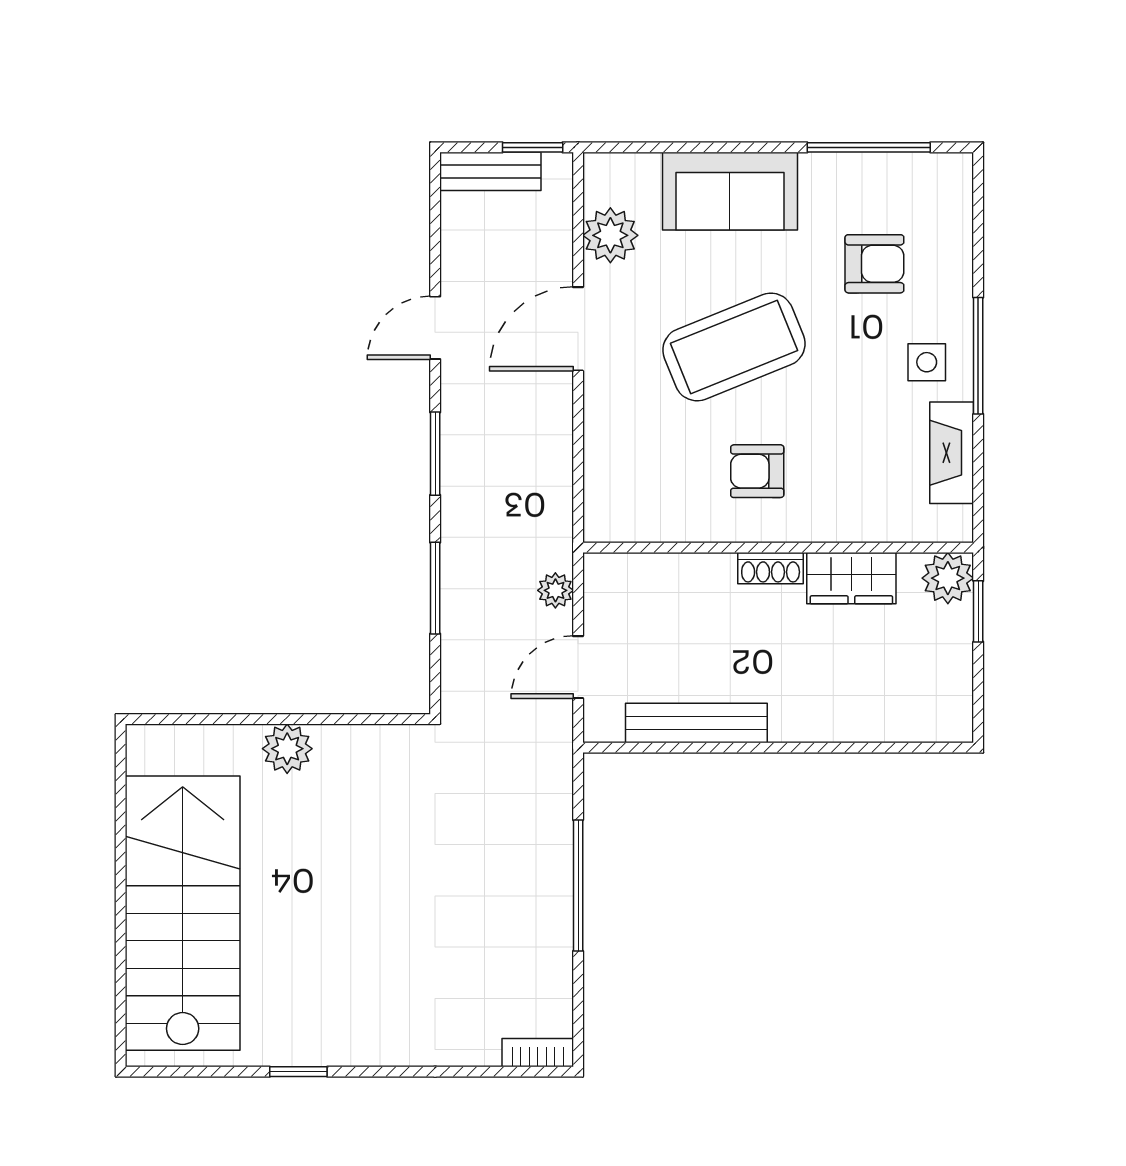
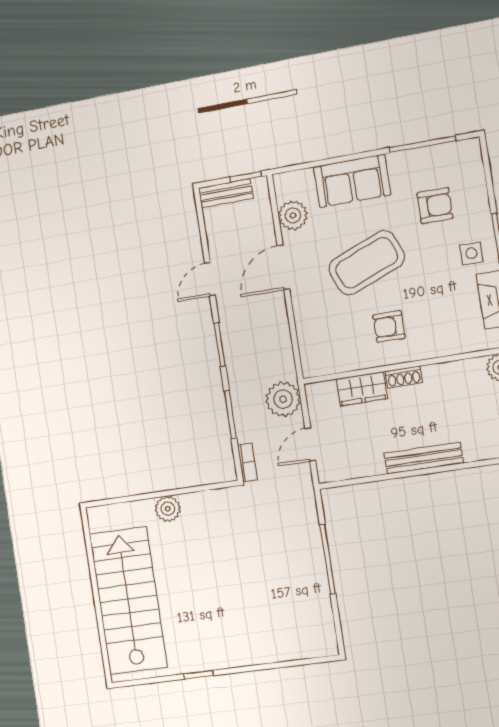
wardrobe: (851, 578) -> (362, 389), moved
plant: (555, 590) -> (283, 399), width x1.88, depth x1.88
bench: (696, 723) -> (424, 458), moved
bookcase: (538, 1053) -> (247, 462), moved, turned 90

